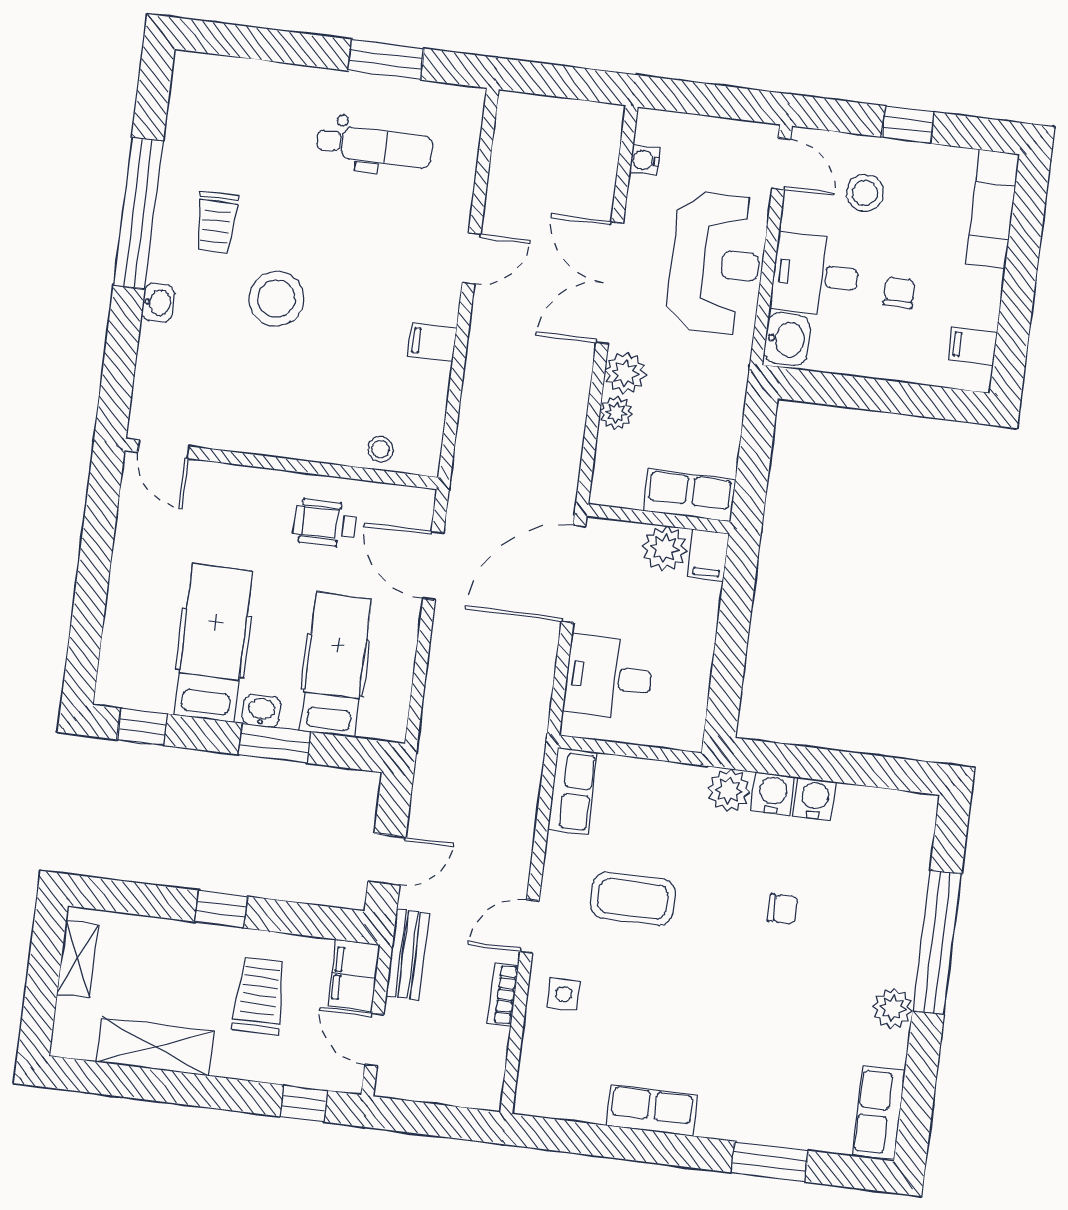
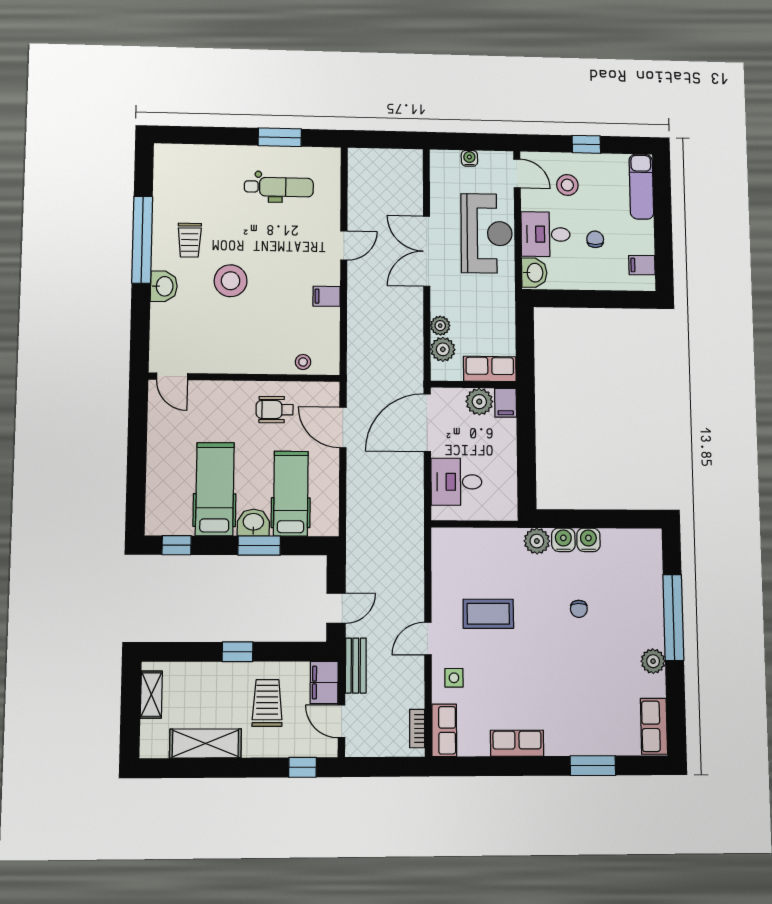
water cooler: (645, 160) -> (469, 158), moved, turned 90
washbasin: (158, 303) -> (164, 286), width x1.38, depth x1.45
plant: (625, 373) -> (443, 349), moved
washbasin: (261, 711) -> (253, 523), width x1.38, depth x1.45
row of seats: (572, 791) -> (444, 730), moved
chair: (783, 909) -> (579, 609), turned 90
bookcase: (503, 994) -> (417, 729), moved

